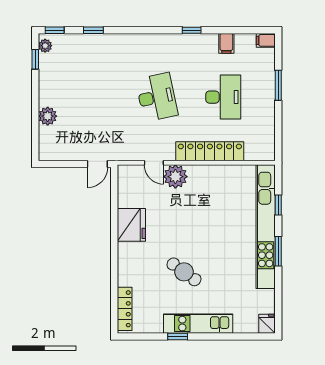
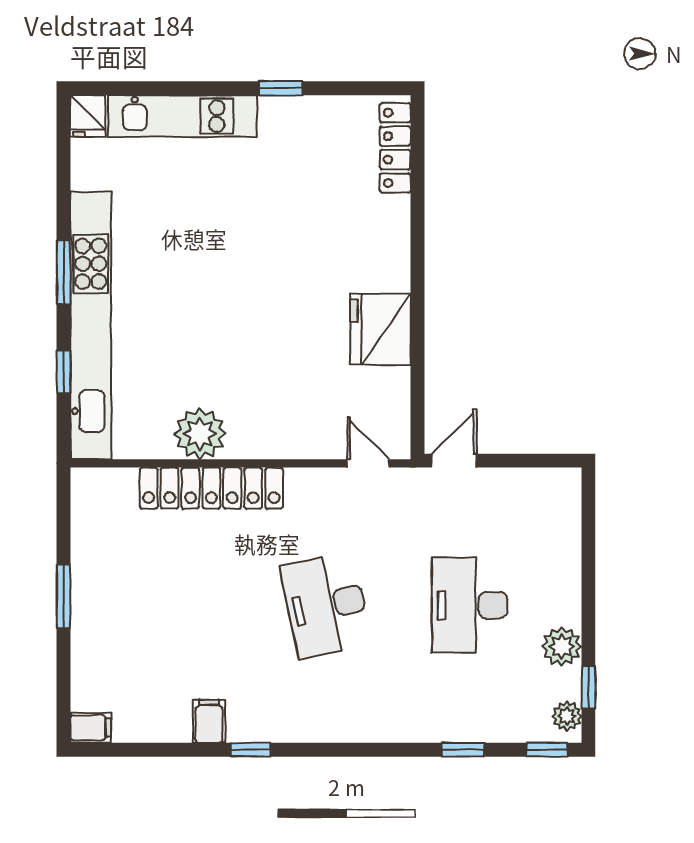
filing cabinet: (226, 43) -> (209, 721), moved
window: (278, 85) -> (64, 596), moved
desk: (223, 97) -> (470, 605), moved
plant: (48, 116) -> (562, 647), moved
door: (154, 163) -> (368, 463), moved
plant: (175, 177) -> (200, 434), moved
cafe table: (184, 272) -> (267, 228), removed
kitchen unit: (198, 324) -> (182, 116), moved

